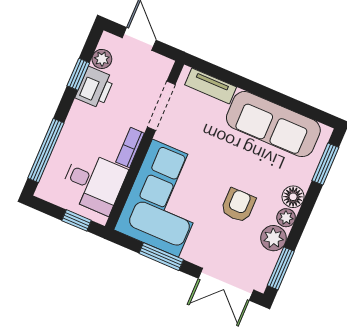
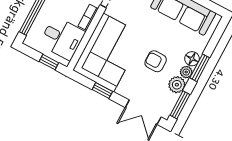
window: (325, 164) -> (200, 68), moved
armchair: (238, 205) -> (156, 61), turned -90
window: (161, 257) -> (102, 90), width x0.67

